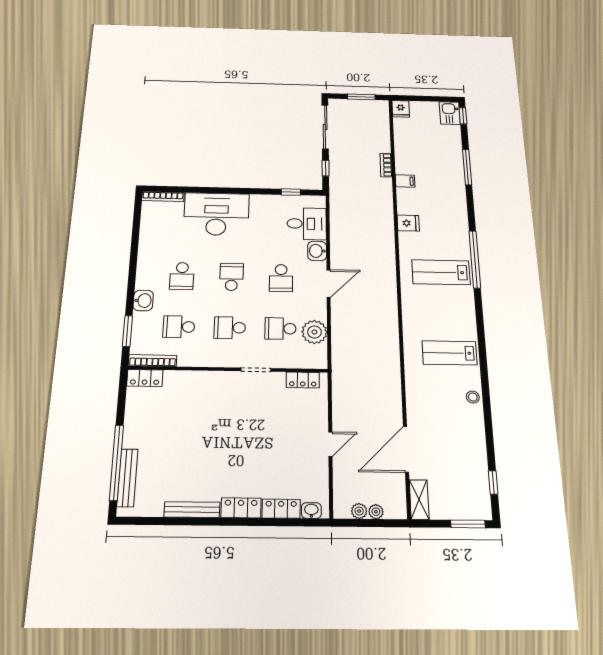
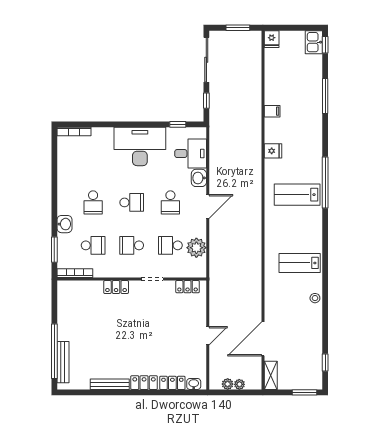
bookcase: (386, 165) -> (257, 96), removed
desk: (216, 214) -> (140, 146), moved
school desk: (232, 277) -> (132, 202), turned 90
school desk: (179, 327) -> (93, 245), turned 180
locker: (145, 378) -> (116, 287), moved

